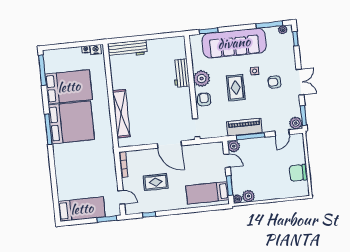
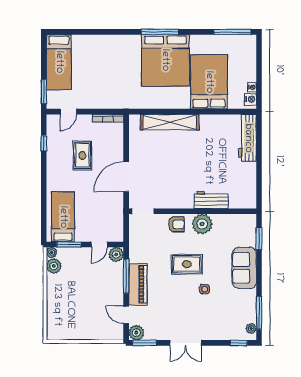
sofa: (234, 43) -> (244, 268), width x0.54, depth x0.79
armchair: (274, 82) -> (189, 312), removed
bed: (69, 87) -> (209, 82), moved, turned 180
piano: (244, 127) -> (138, 284), moved
chair: (298, 173) -> (76, 329), removed

